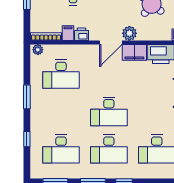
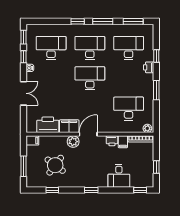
printer: (36, 125) -> (149, 67), added

